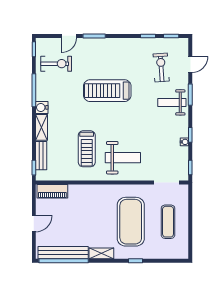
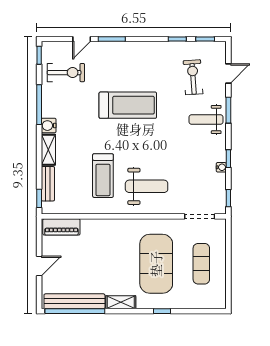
treadmill: (107, 91) -> (128, 105), turned 180

